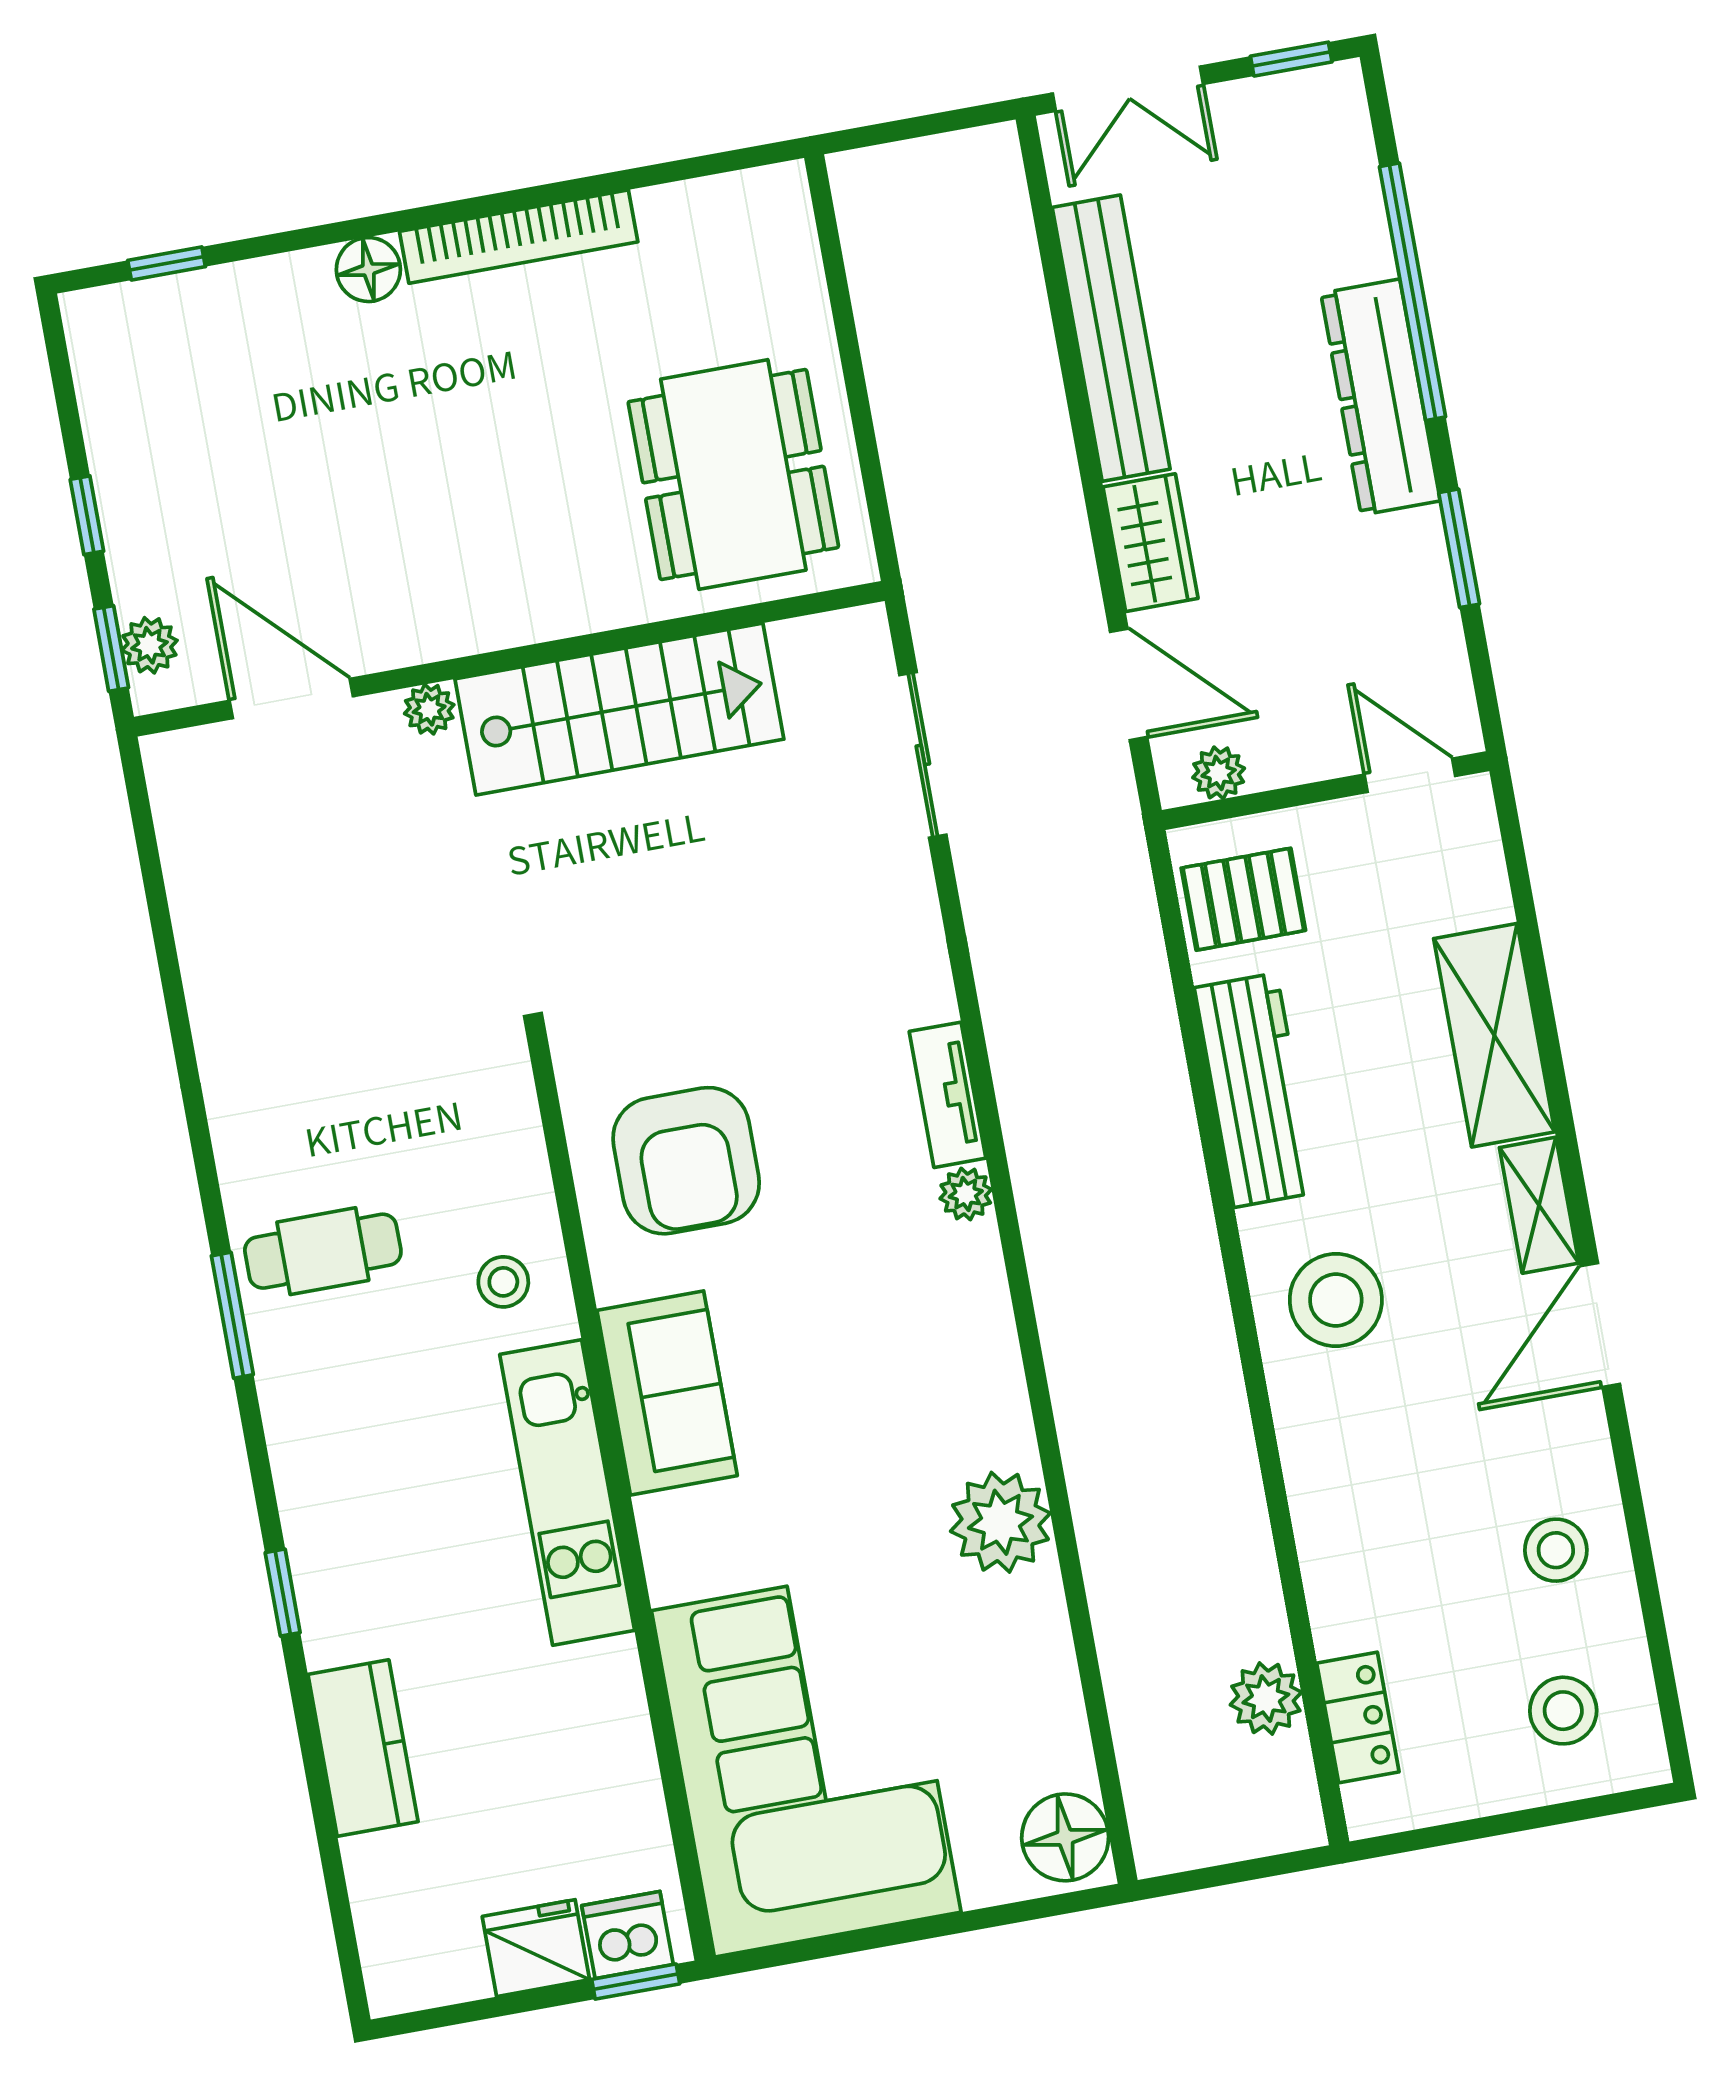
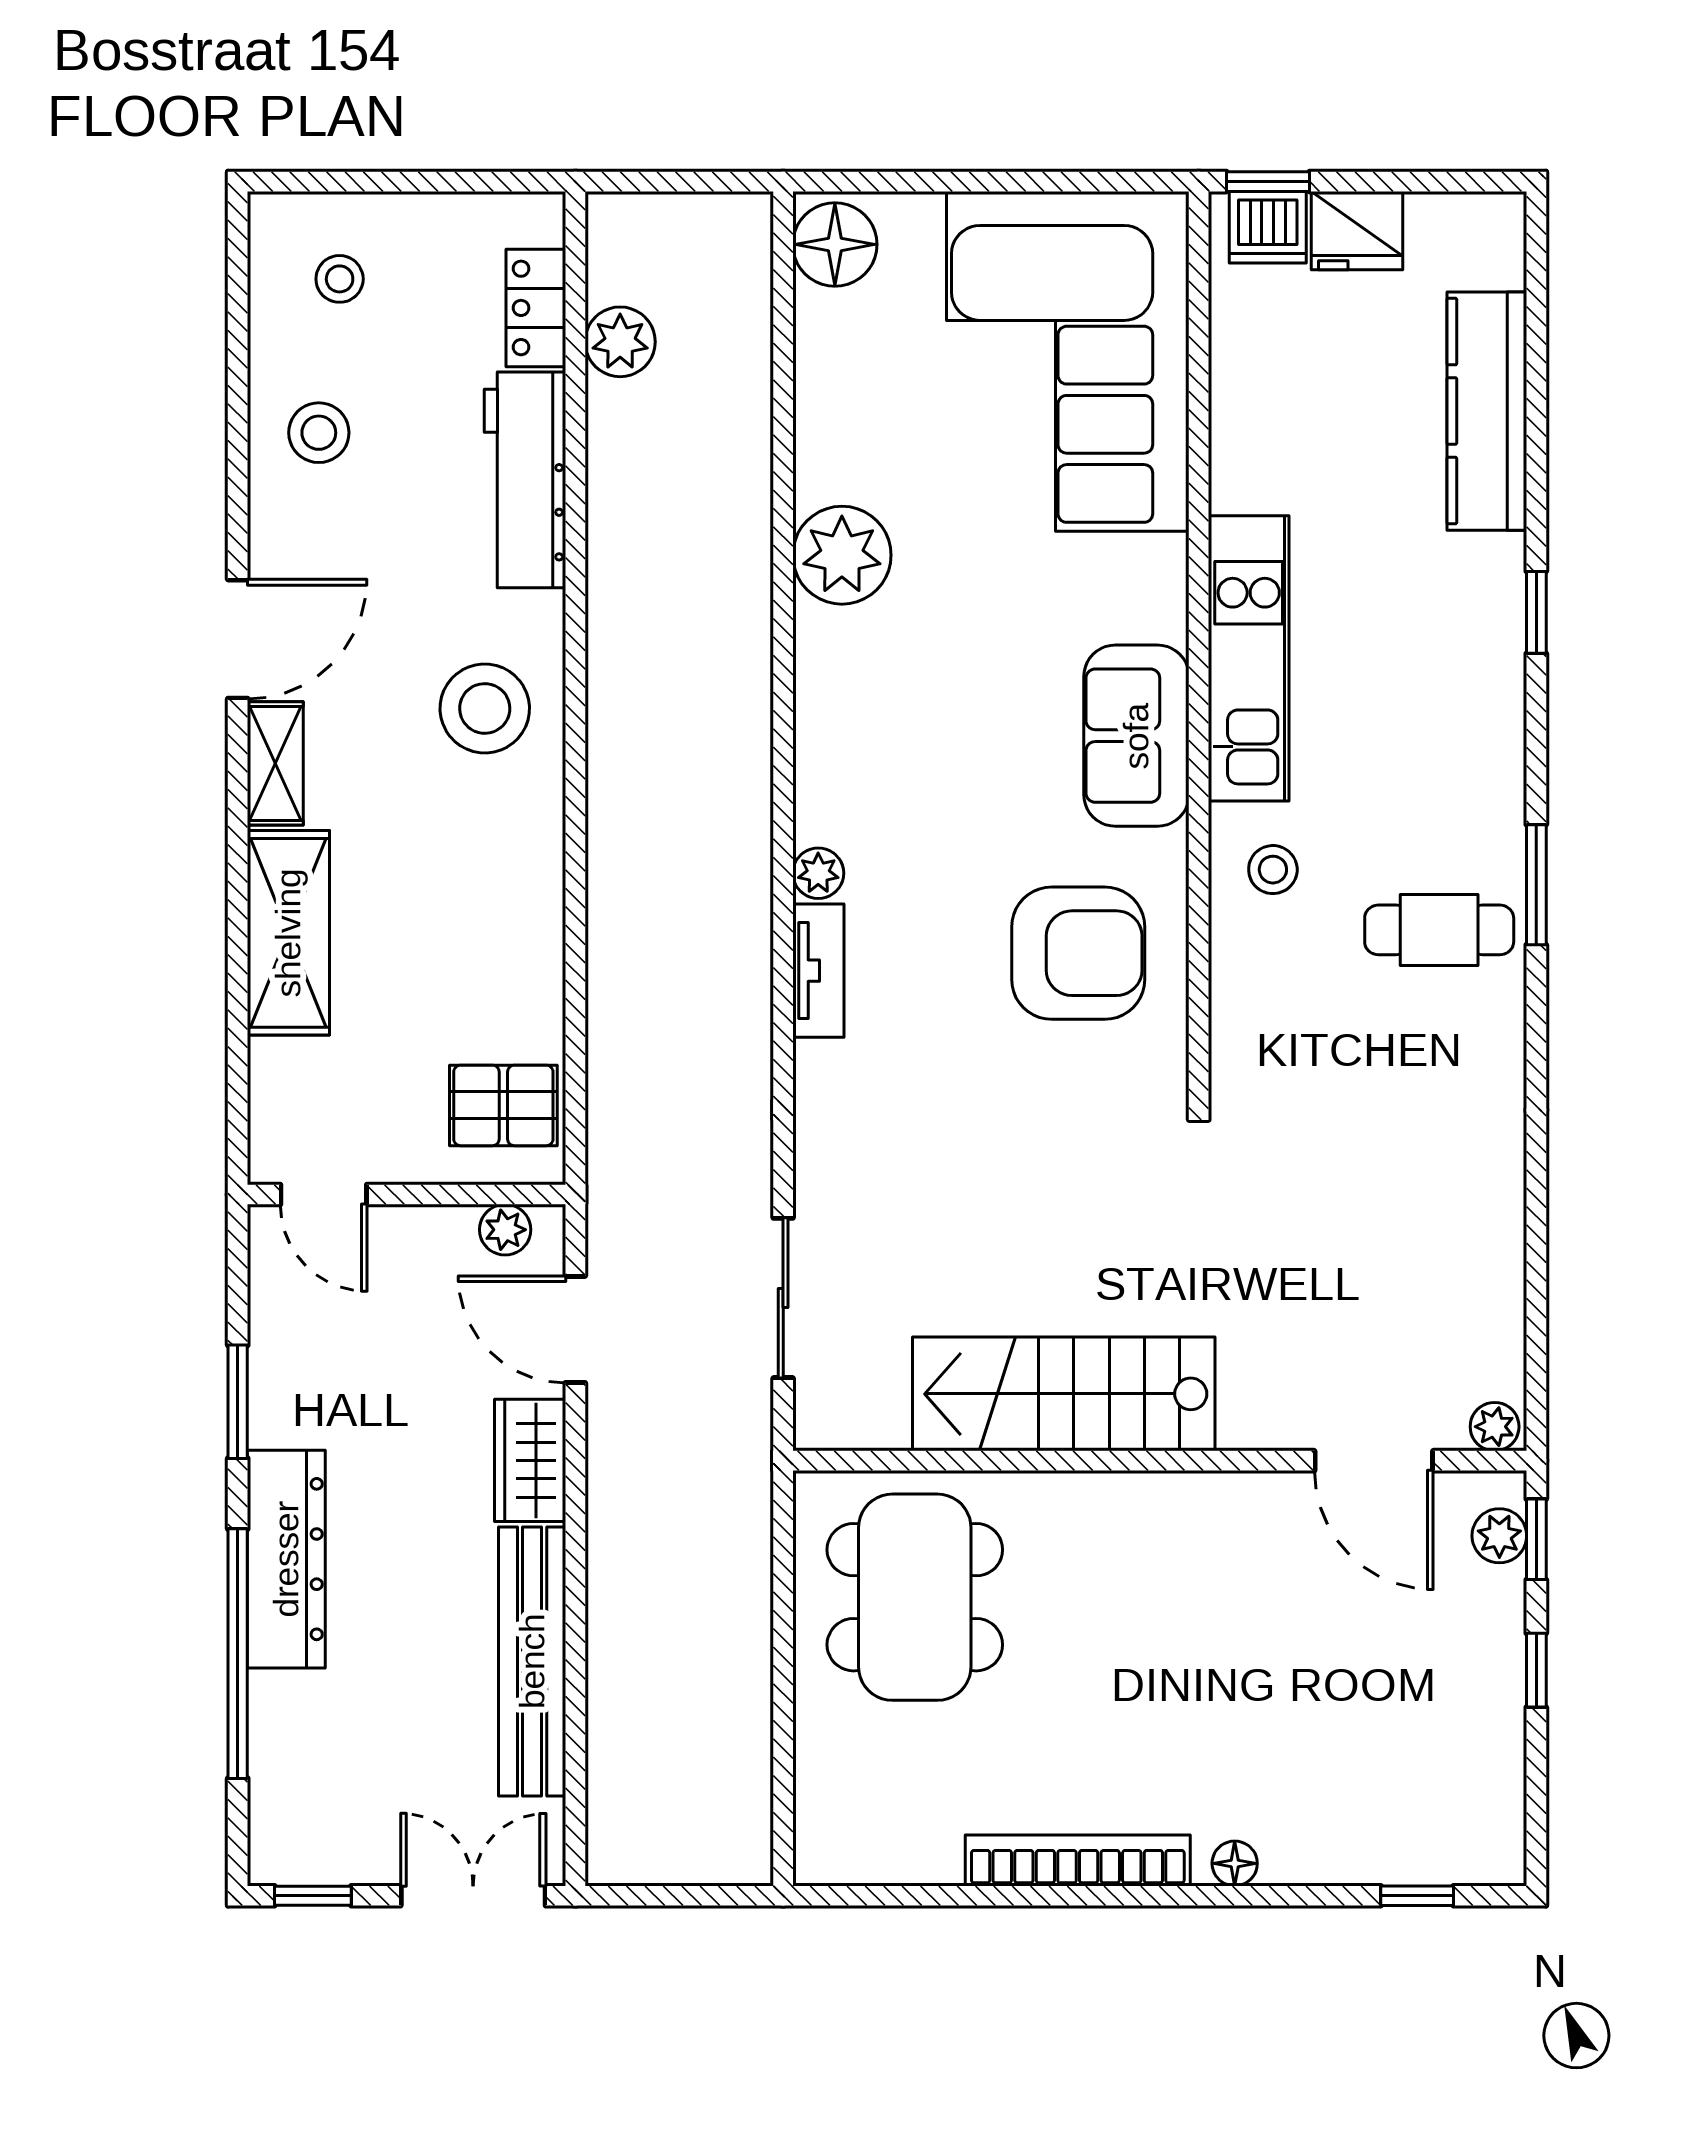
floor lamp: (368, 270) -> (1235, 1863), width x0.73, depth x0.73
plant: (429, 709) -> (1495, 1427), moved
workbench: (1255, 1090) -> (525, 480), moved
armchair: (686, 1161) -> (1078, 953), turned 90
stool: (1563, 1711) -> (340, 279), width x0.73, depth x0.73
kitchen counter: (363, 1748) -> (1487, 411), width x1.50

